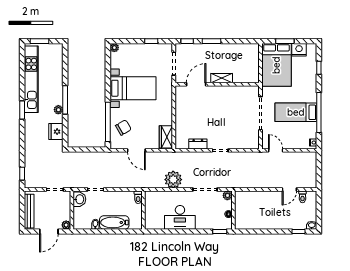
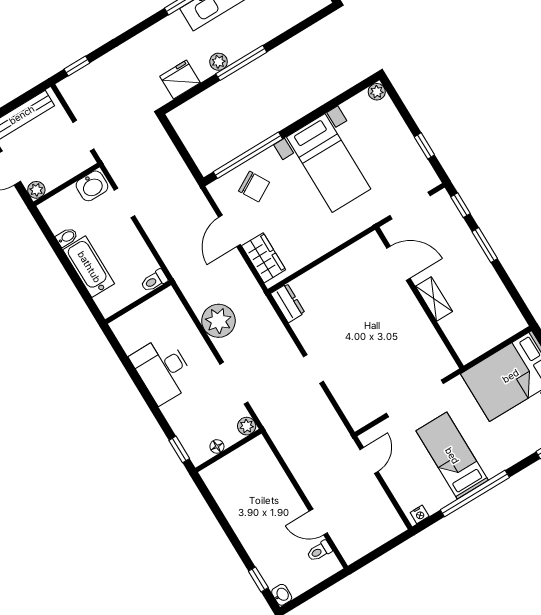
wardrobe: (166, 137) -> (264, 258), moved, turned 90
dresser: (198, 144) -> (288, 303), moved

